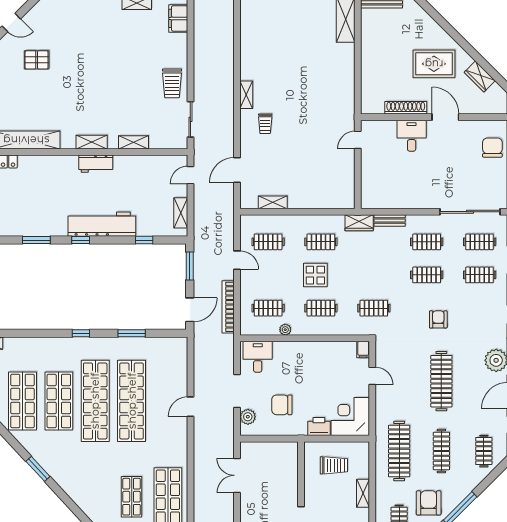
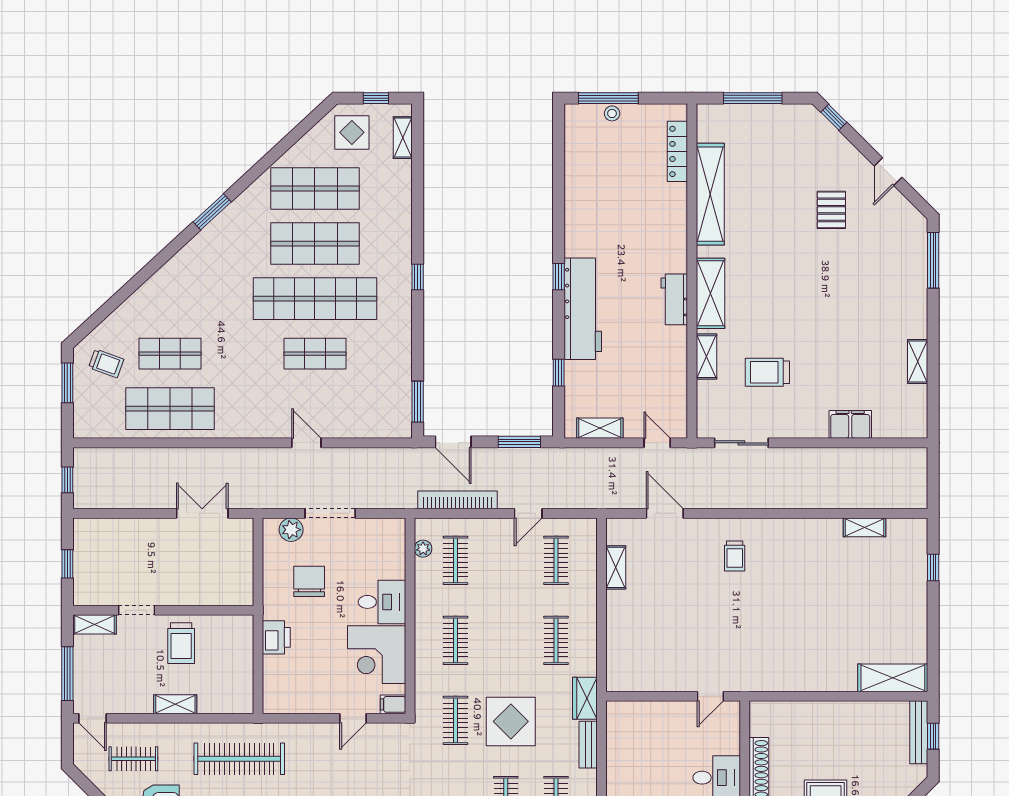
filing cabinet: (178, 18) -> (850, 424), moved
trolley: (172, 83) -> (767, 372), moved
shelving: (246, 95) -> (864, 527), moved
trolley: (265, 124) -> (735, 556), turned -90
door: (358, 140) -> (710, 696), swing flipped
shelving: (92, 142) -> (710, 293), width x1.50, depth x1.33
window: (36, 240) -> (559, 209), removed
display table: (315, 275) -> (511, 721), moved, width x1.36, depth x1.36
plant: (285, 330) -> (423, 549), moved
window: (132, 333) -> (418, 402), moved
desk: (258, 357) -> (382, 602), moved
shop shelf: (132, 401) -> (315, 354), width x0.50, depth x0.74
corner desk: (350, 417) -> (377, 655), moved, turned 180
trolley: (334, 465) -> (181, 643), moved

